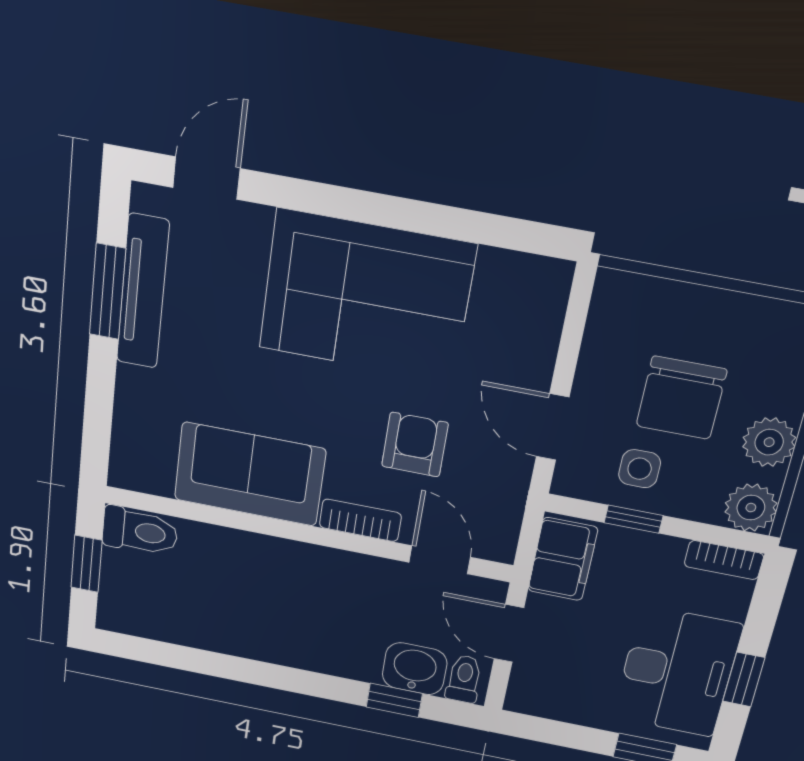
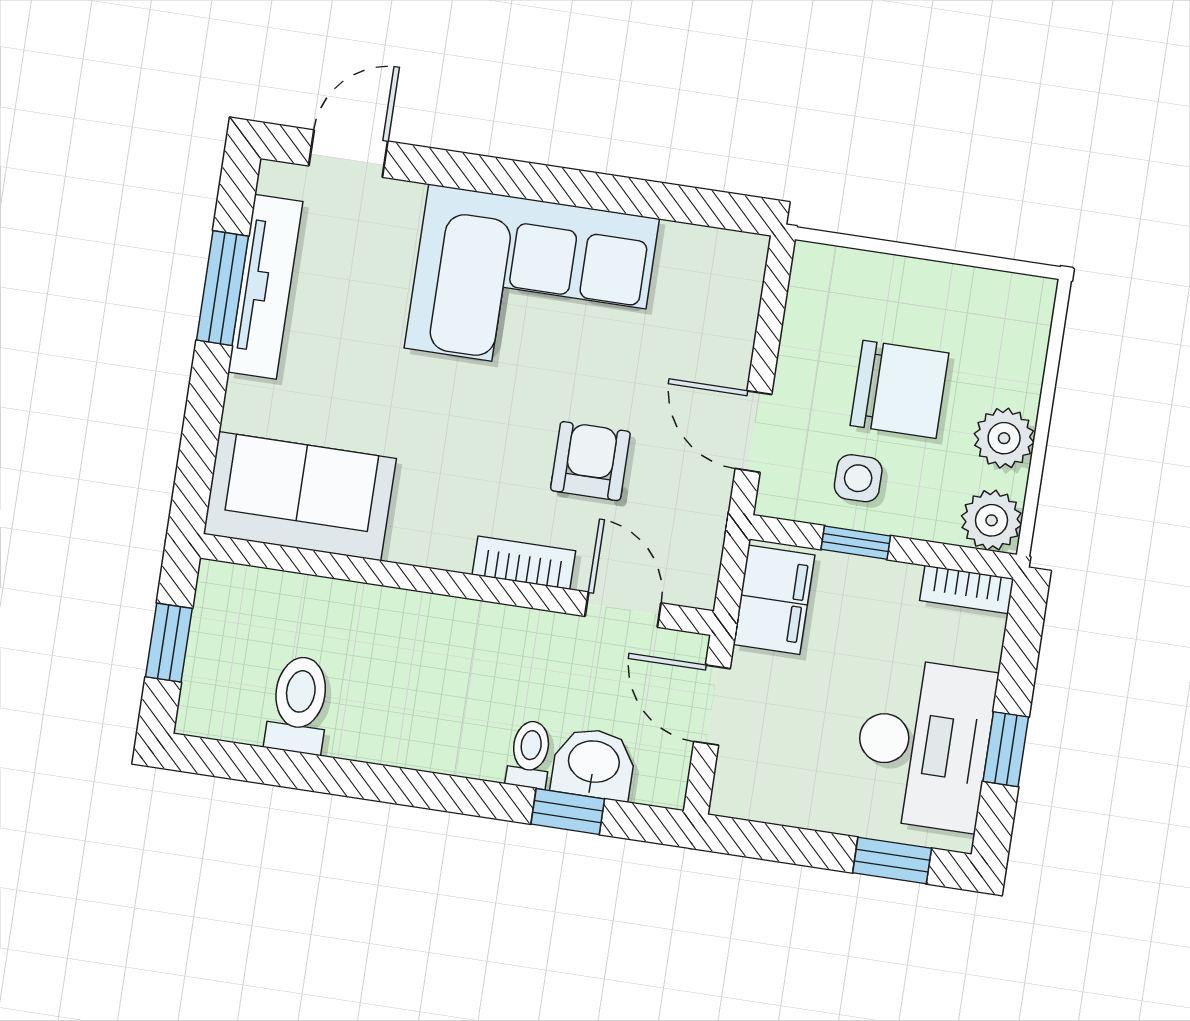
chair: (681, 398) -> (900, 389), turned -90
sofa: (250, 474) -> (300, 496), moved
toilet: (140, 531) -> (299, 705), moved, turned -90
toilet: (464, 679) -> (530, 754), moved

